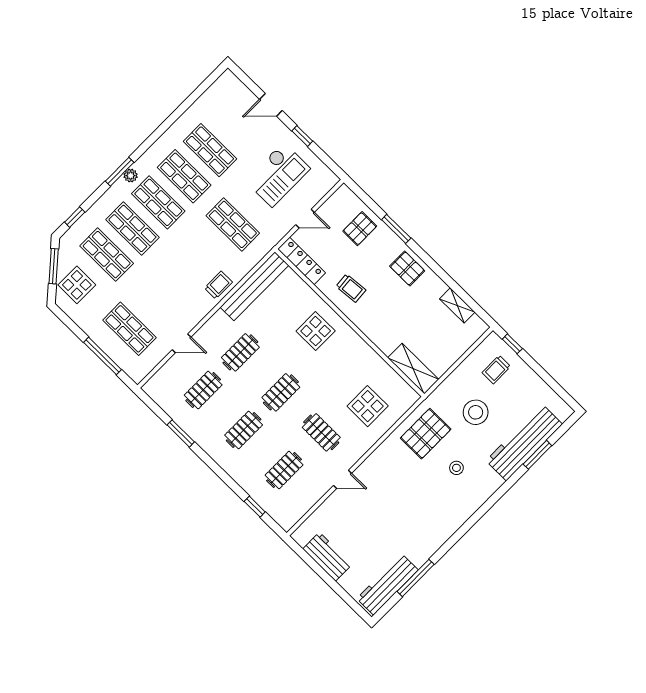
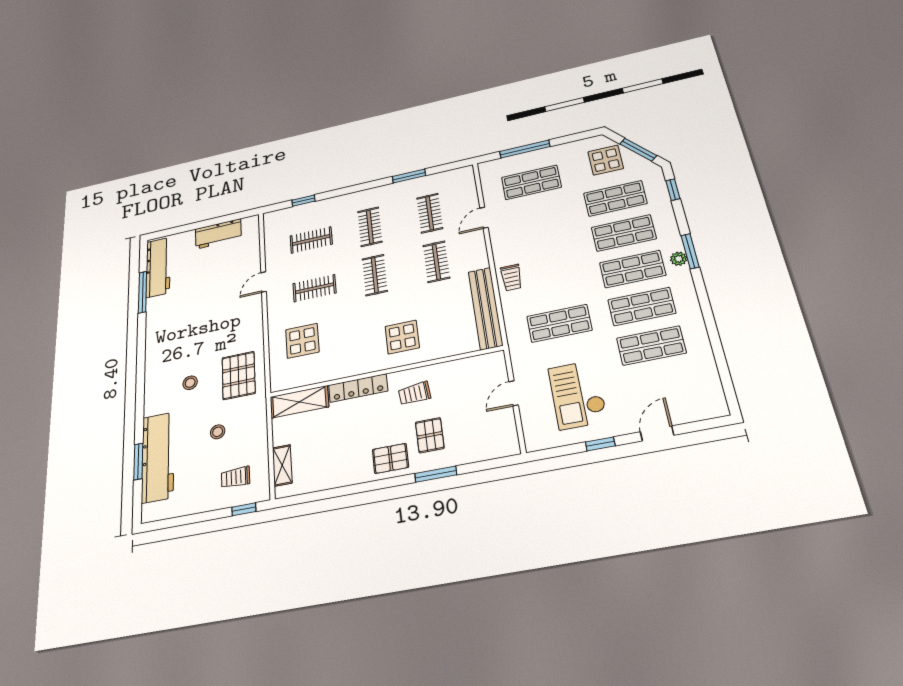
pallet: (360, 229) -> (430, 435), moved
locker: (302, 261) -> (358, 388), moved
shelving: (457, 305) -> (282, 465), moved, turned 90
trolley: (496, 369) -> (235, 477), turned -90
stool: (476, 412) -> (218, 432), width x0.53, depth x0.53
clothes rail: (284, 470) -> (311, 240), turned 90

